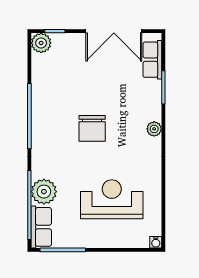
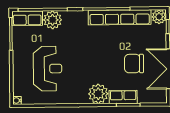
row of seats: (152, 60) -> (123, 97), moved
row of seats: (41, 98) -> (120, 17), added
chair: (92, 128) -> (134, 64), moved
plant: (154, 129) -> (98, 94), width x1.88, depth x1.88

